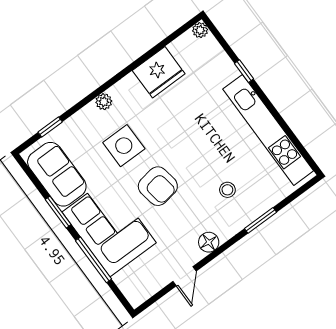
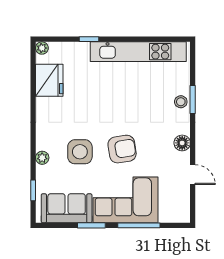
fridge: (159, 72) -> (49, 80), moved
plant: (104, 102) -> (42, 158), moved
stool: (227, 190) -> (181, 102), moved

